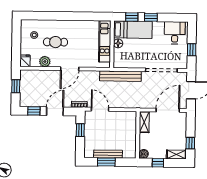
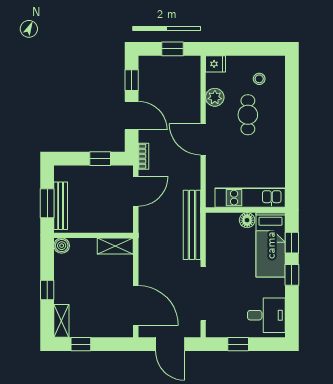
shelving: (144, 122) -> (115, 246), moved
wall: (138, 135) -> (94, 235), moved
boiler: (144, 154) -> (62, 246), moved

